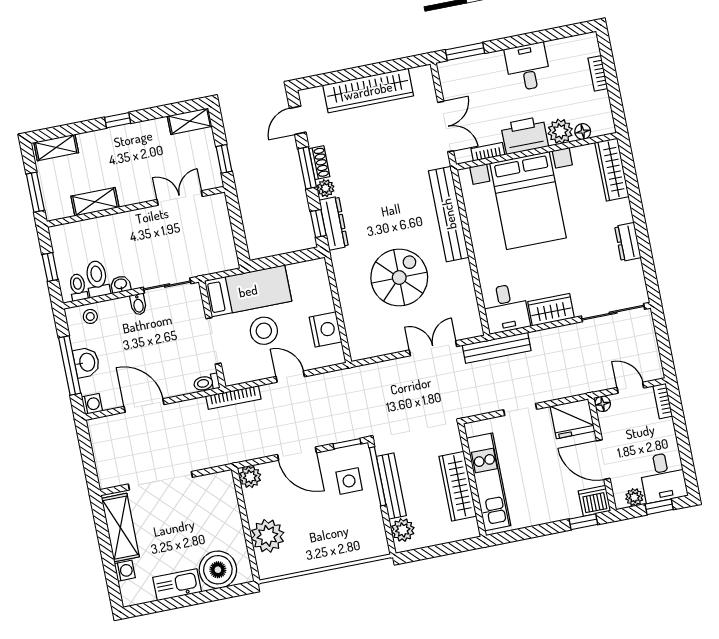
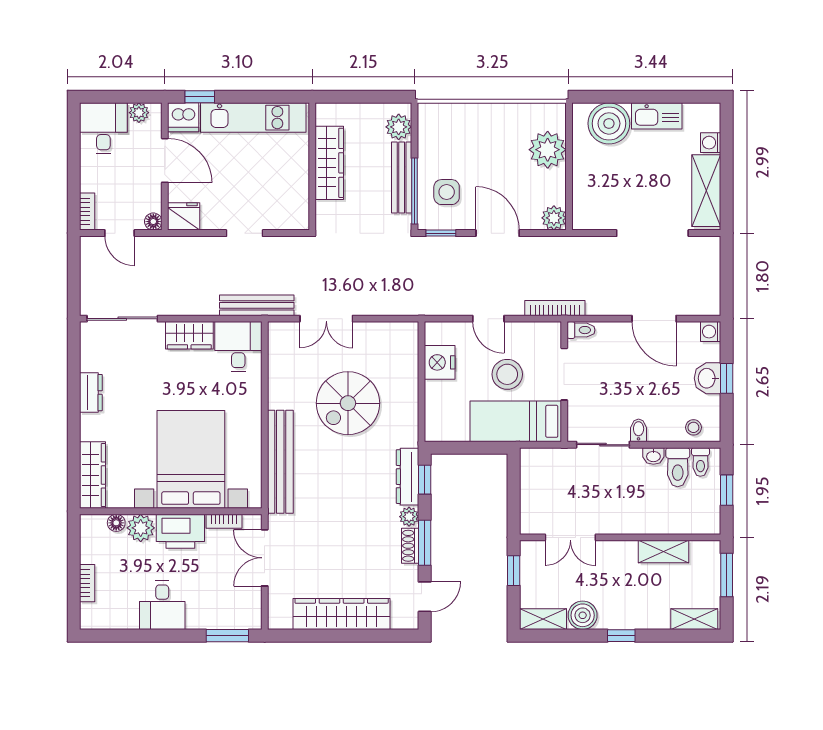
boiler: (155, 131) -> (583, 615), added
window: (70, 365) -> (727, 378), width x0.46
fridge: (572, 419) -> (184, 216), width x0.73, depth x0.75
kitchen unit: (489, 482) -> (253, 118), moved, turned -90
window: (659, 507) -> (114, 97), removed

